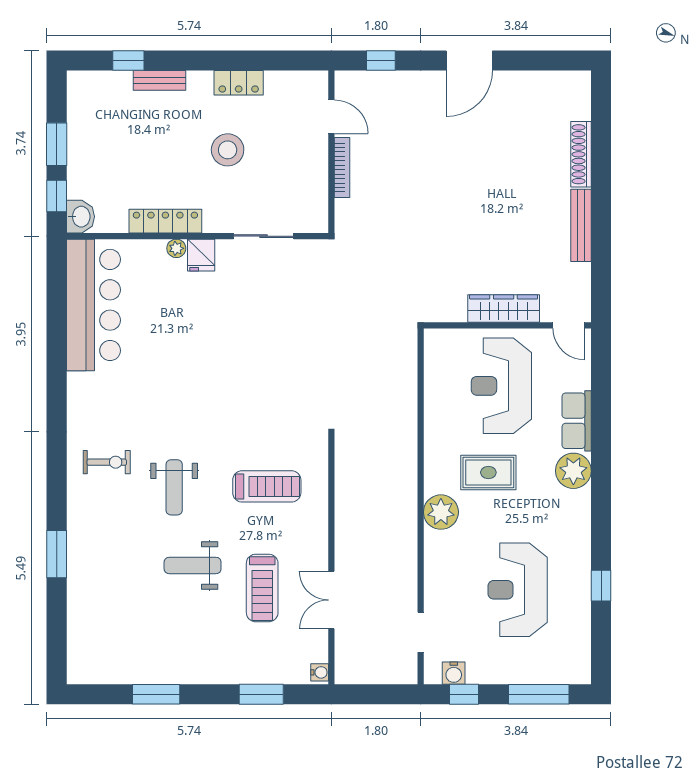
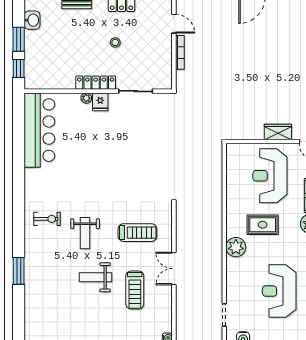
stool: (228, 150) -> (115, 42), width x0.53, depth x0.53
washbasin: (80, 217) -> (32, 20), moved
locker: (165, 221) -> (96, 83), moved
wardrobe: (504, 308) -> (278, 132), width x0.67
double door: (331, 600) -> (174, 269), moved

